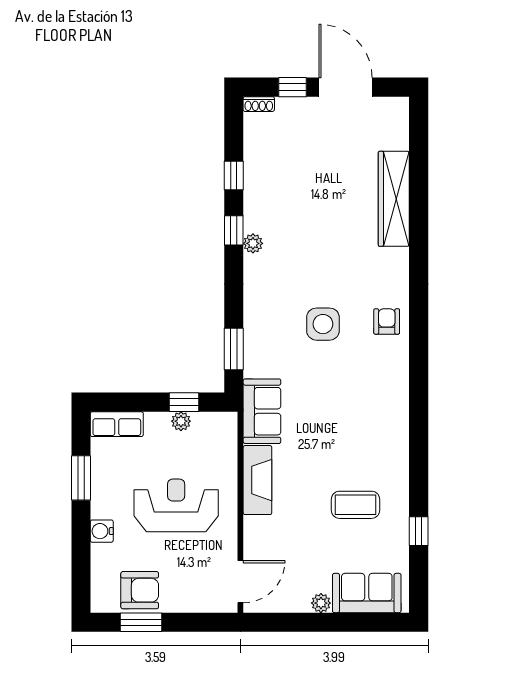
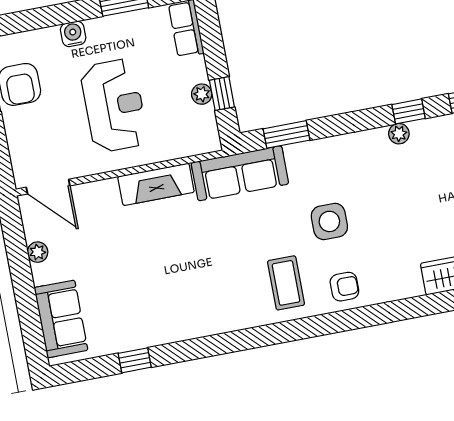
sofa: (262, 411) -> (240, 173), width x1.36
coffee table: (356, 505) -> (286, 283), moved
plant: (321, 603) -> (38, 252), moved

